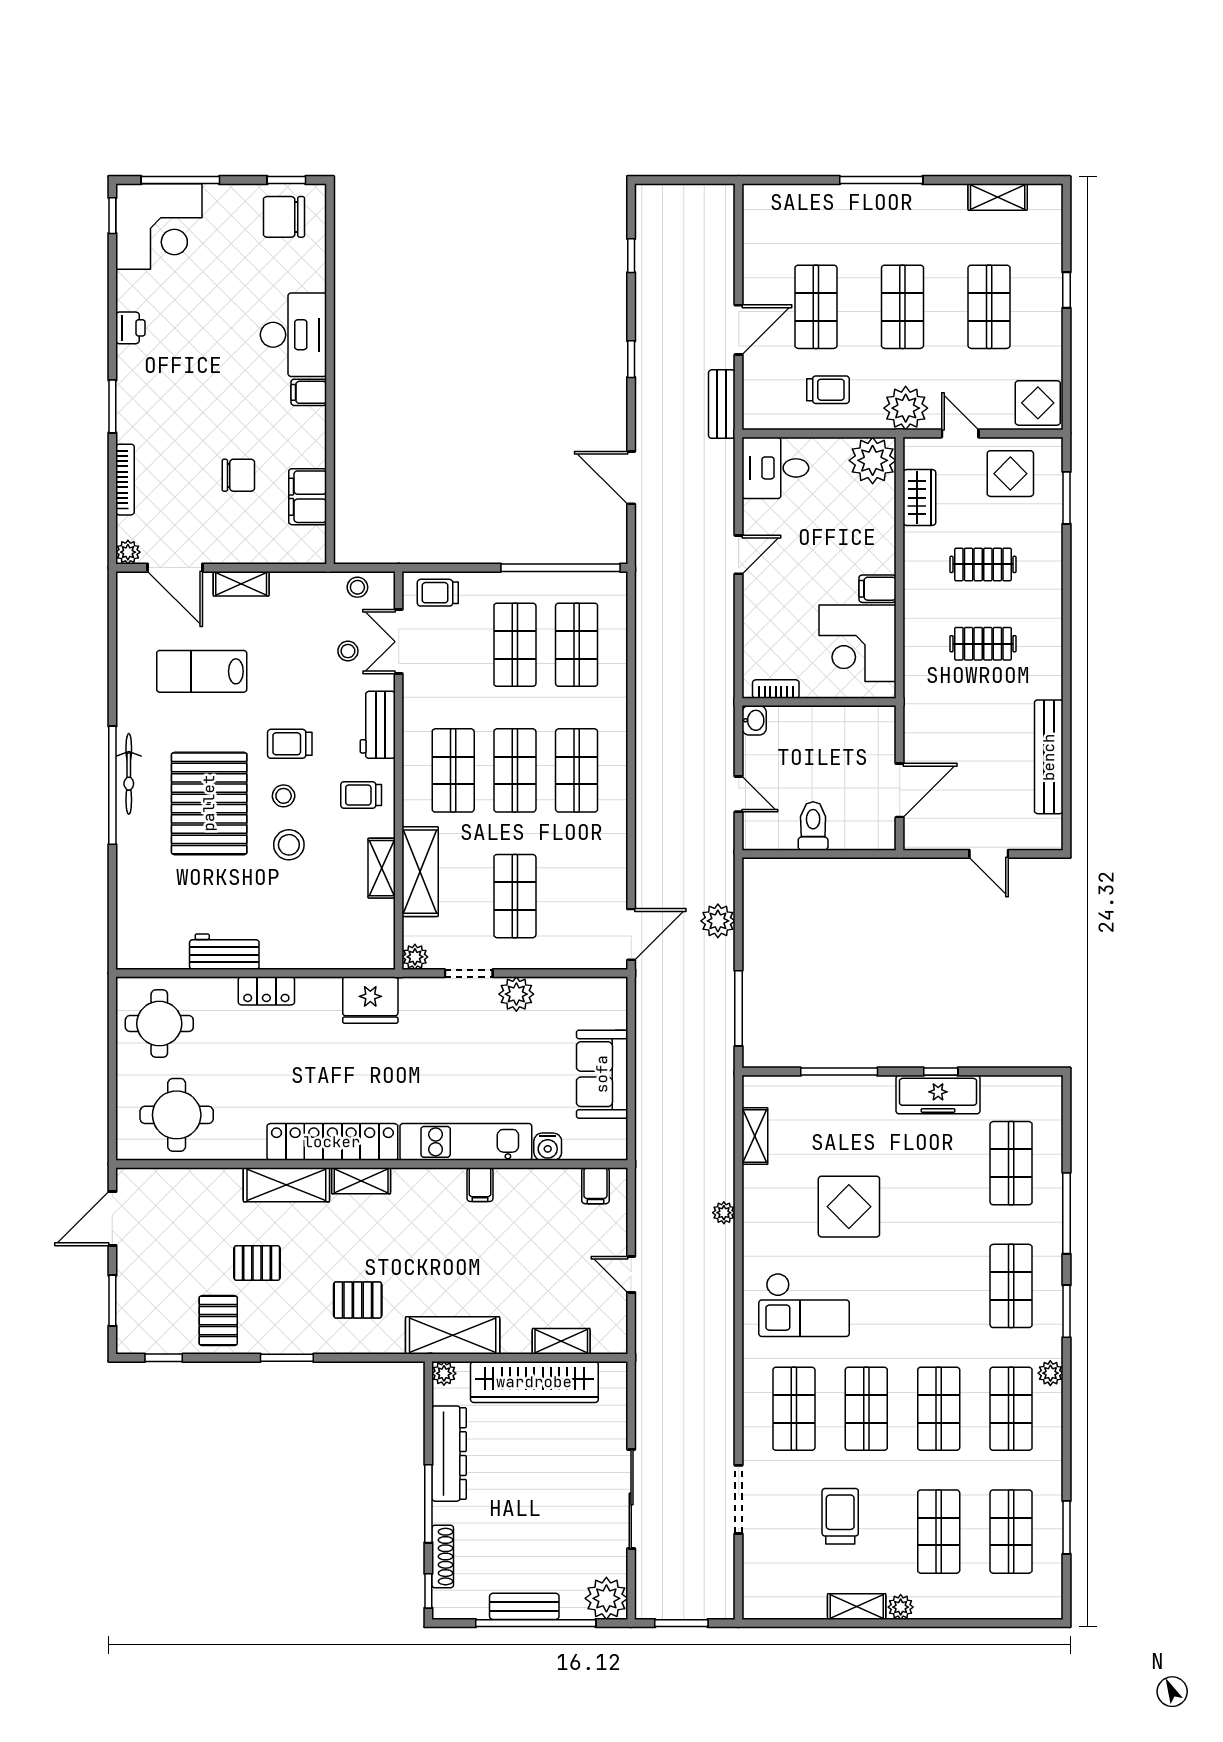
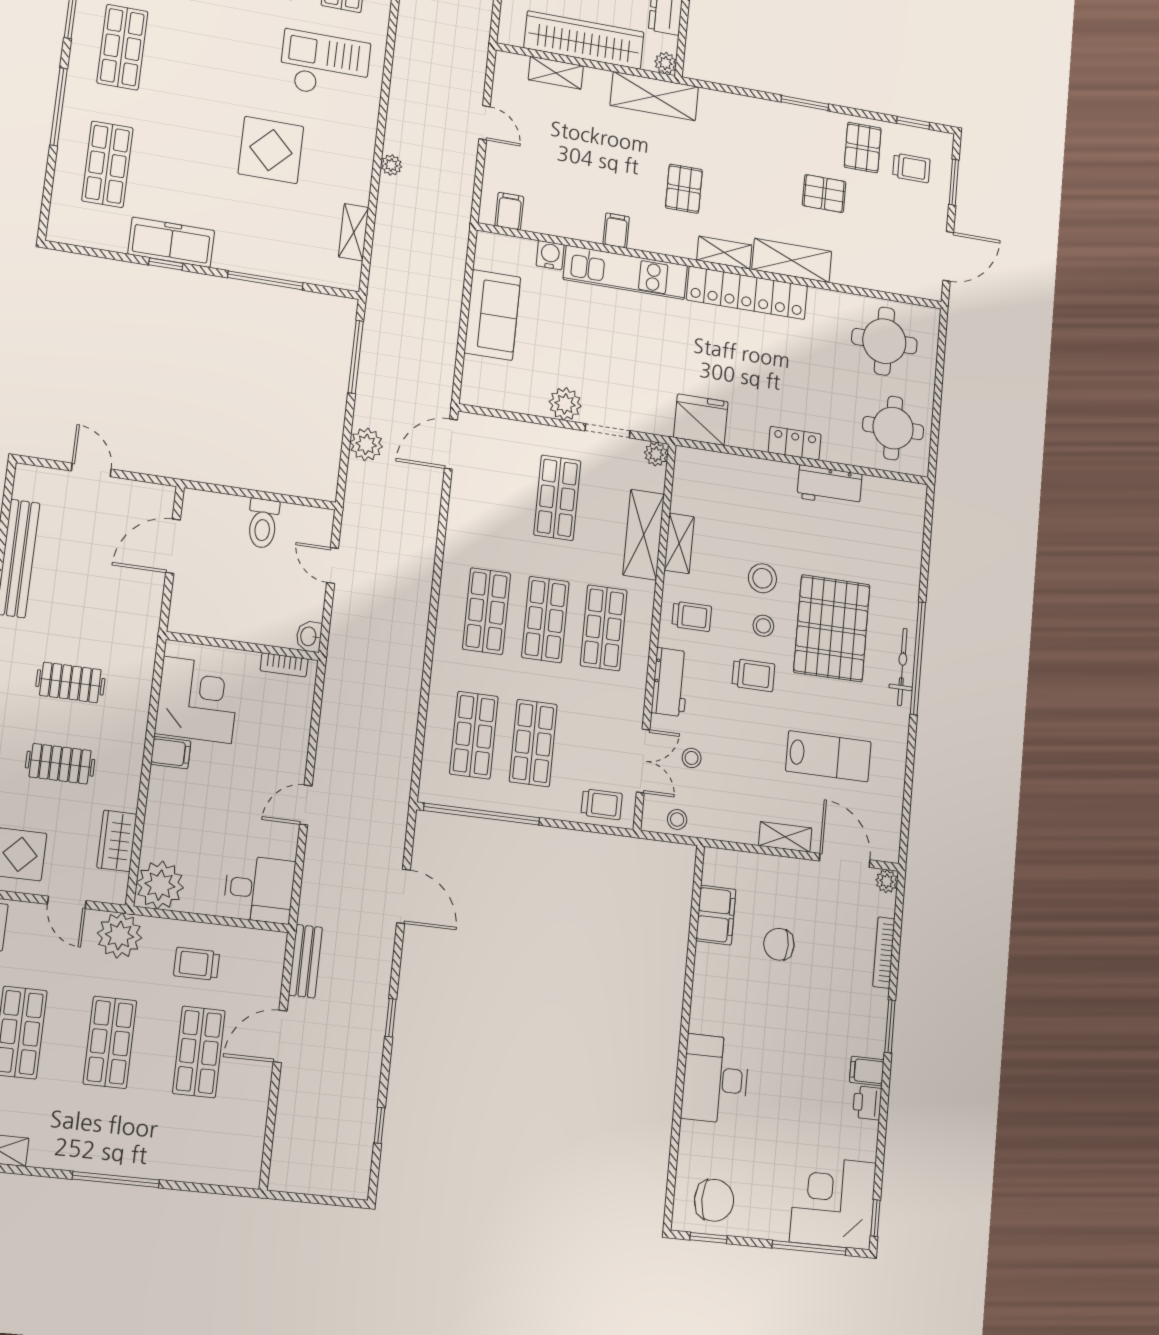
filing cabinet: (309, 392) -> (867, 1071), moved, turned 180
pallet: (358, 1300) -> (684, 189), moved, turned 90
trolley: (162, 1308) -> (911, 168), added

